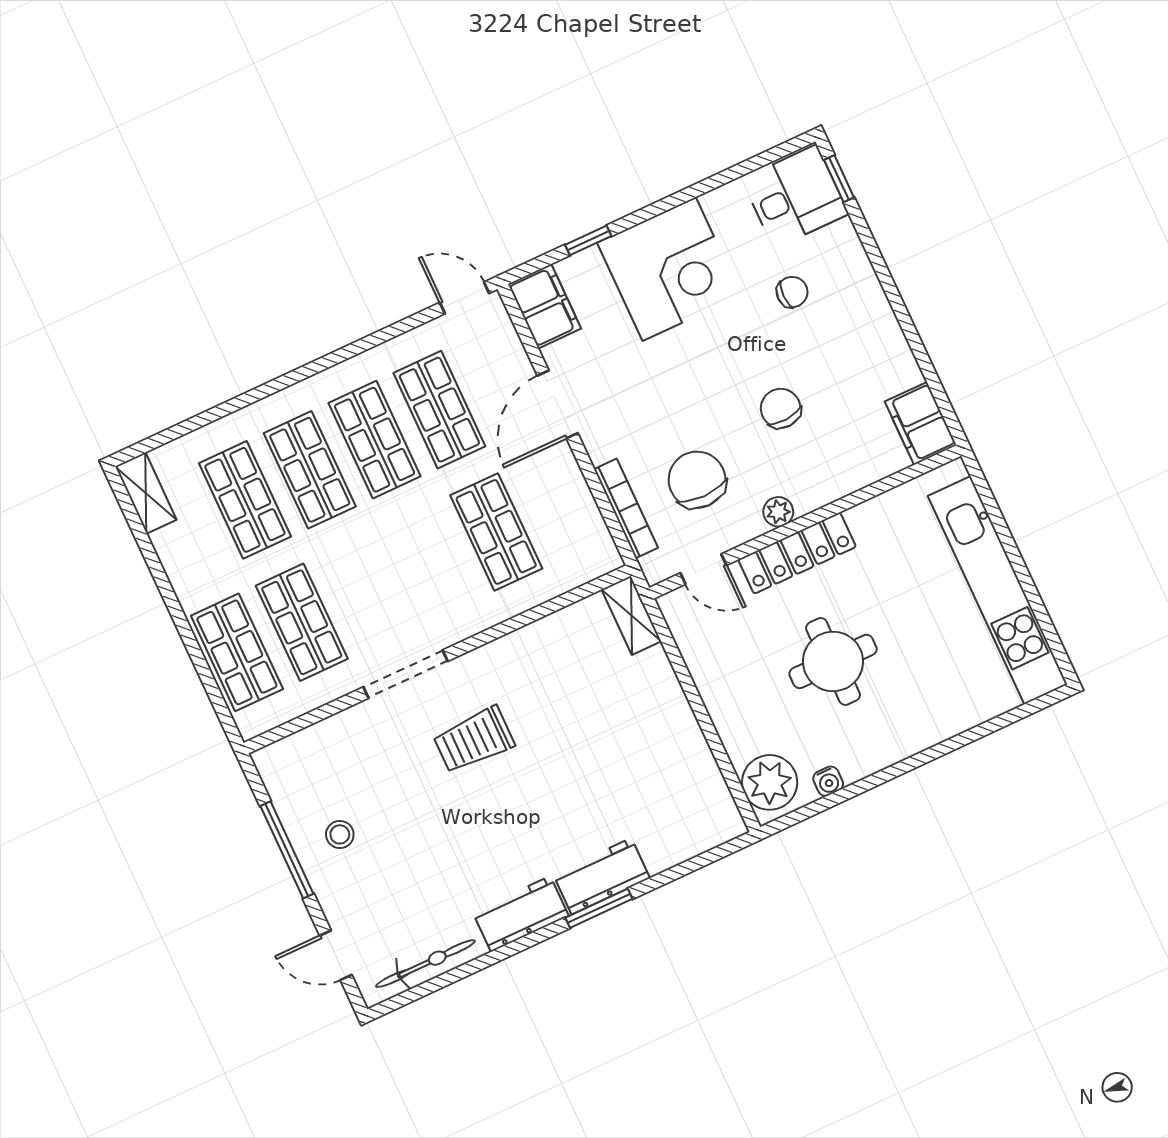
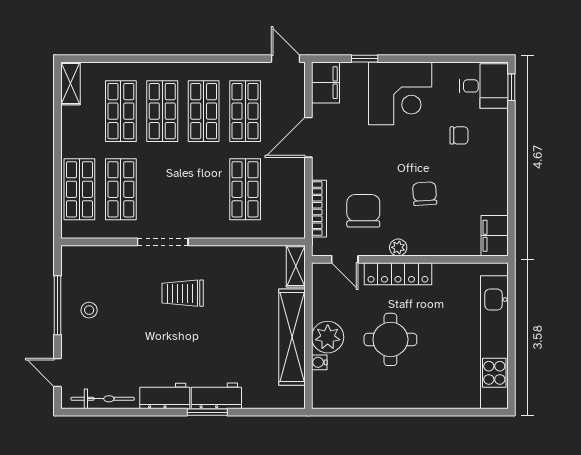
shelving: (677, 729) -> (292, 337), added
water cooler: (828, 781) -> (319, 362), moved, turned 90
plant: (770, 782) -> (328, 337), moved

